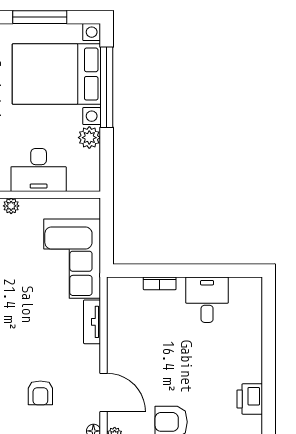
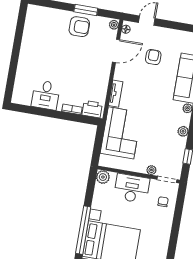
plant: (89, 138) -> (103, 177), moved
door: (104, 392) -> (116, 51), swing flipped
printer: (250, 399) -> (92, 109), moved, turned -90

